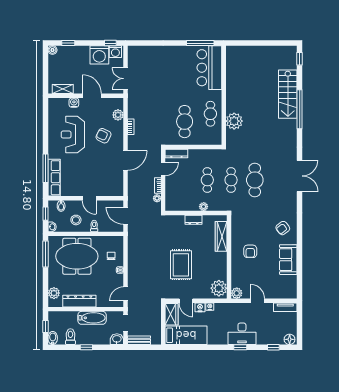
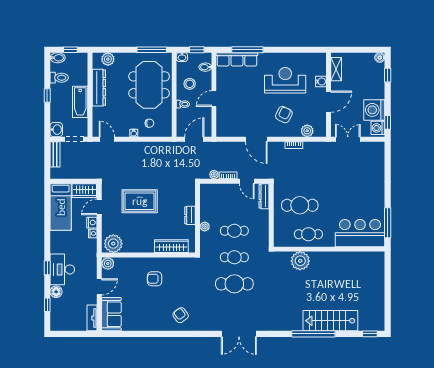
sofa: (288, 260) -> (111, 314), moved, turned 90
floor lamp: (290, 339) -> (56, 292), moved

